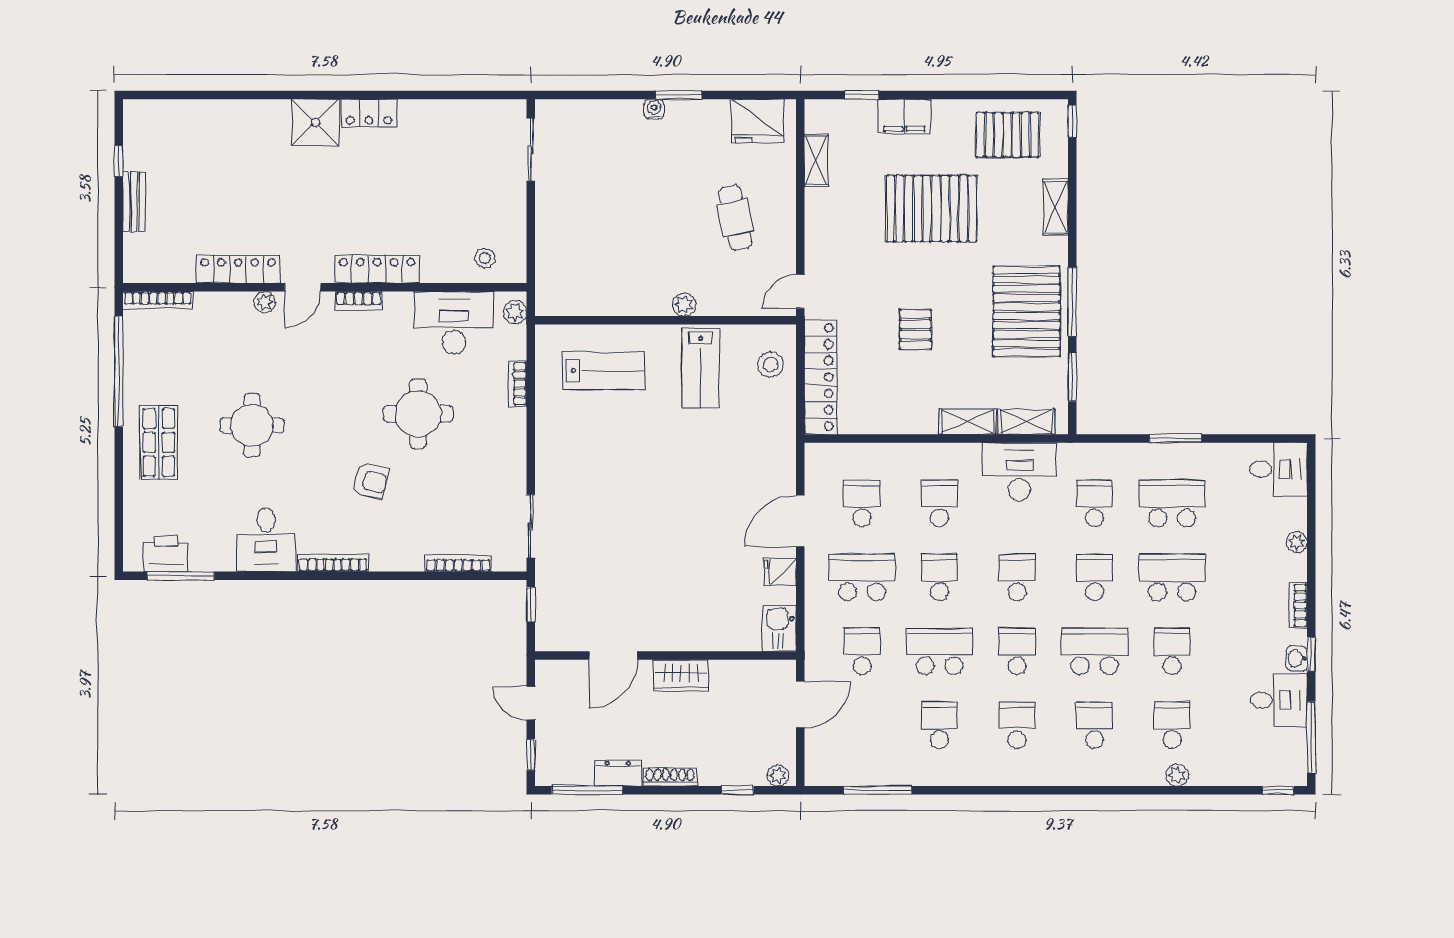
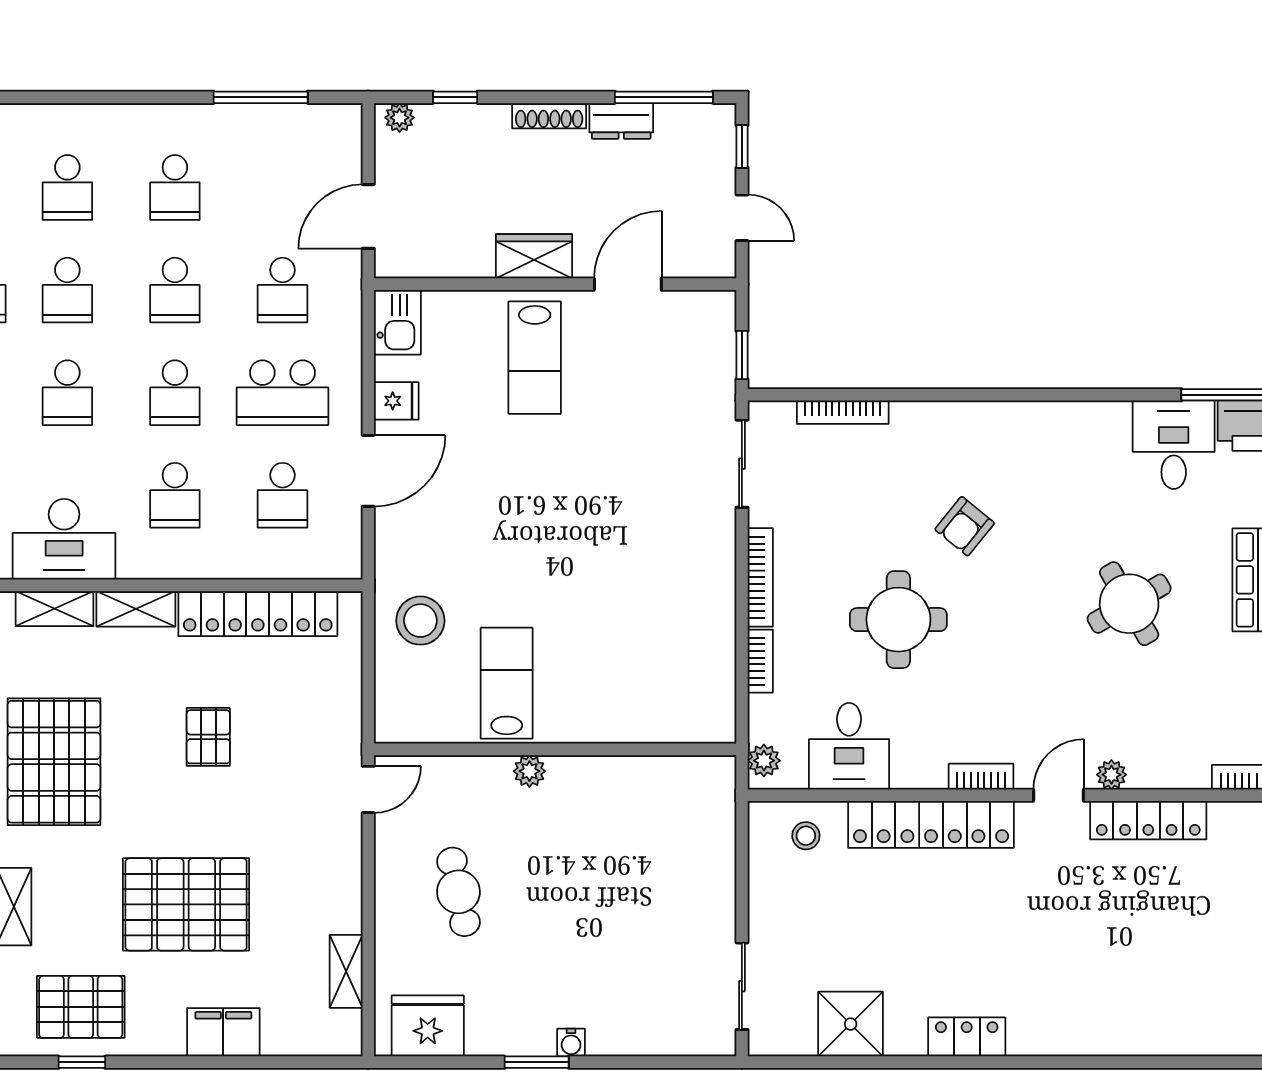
window: (862, 95) -> (82, 1062), moved
shower: (316, 122) -> (851, 1024), moved
locker: (377, 269) -> (931, 824), width x1.41, depth x1.21
desk: (454, 323) -> (849, 746), width x0.73
stool: (771, 365) -> (420, 621), moved, width x1.38, depth x1.38
lab bench: (603, 371) -> (535, 358), moved, turned -90
locker: (821, 377) -> (258, 614), moved, turned -90
round table: (252, 425) -> (1129, 604), turned -30
armchair: (370, 481) -> (965, 526), turned -65
desk: (266, 540) -> (1174, 445), moved
bookcase: (333, 563) -> (760, 577), moved, turned -90
school desk: (939, 651) -> (175, 290), width x0.54

